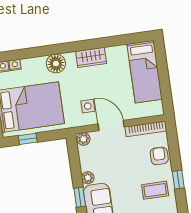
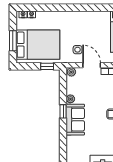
wardrobe: (91, 57) -> (85, 17), removed
floor lamp: (56, 64) -> (60, 17), removed
window: (28, 139) -> (47, 66), moved

